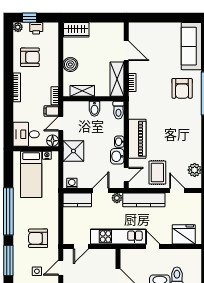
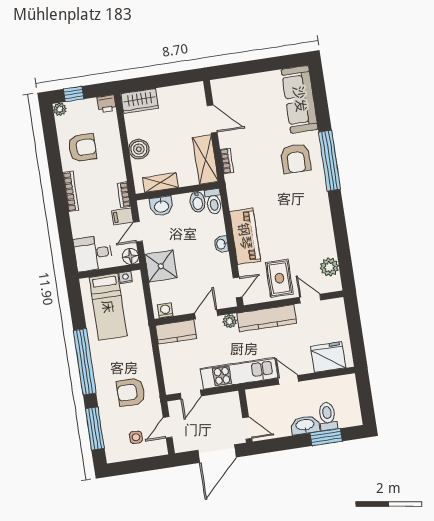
printer: (36, 28) -> (106, 104), moved
bidet: (94, 109) -> (198, 202), moved
washbasin: (117, 156) -> (161, 206), moved, turned -90

